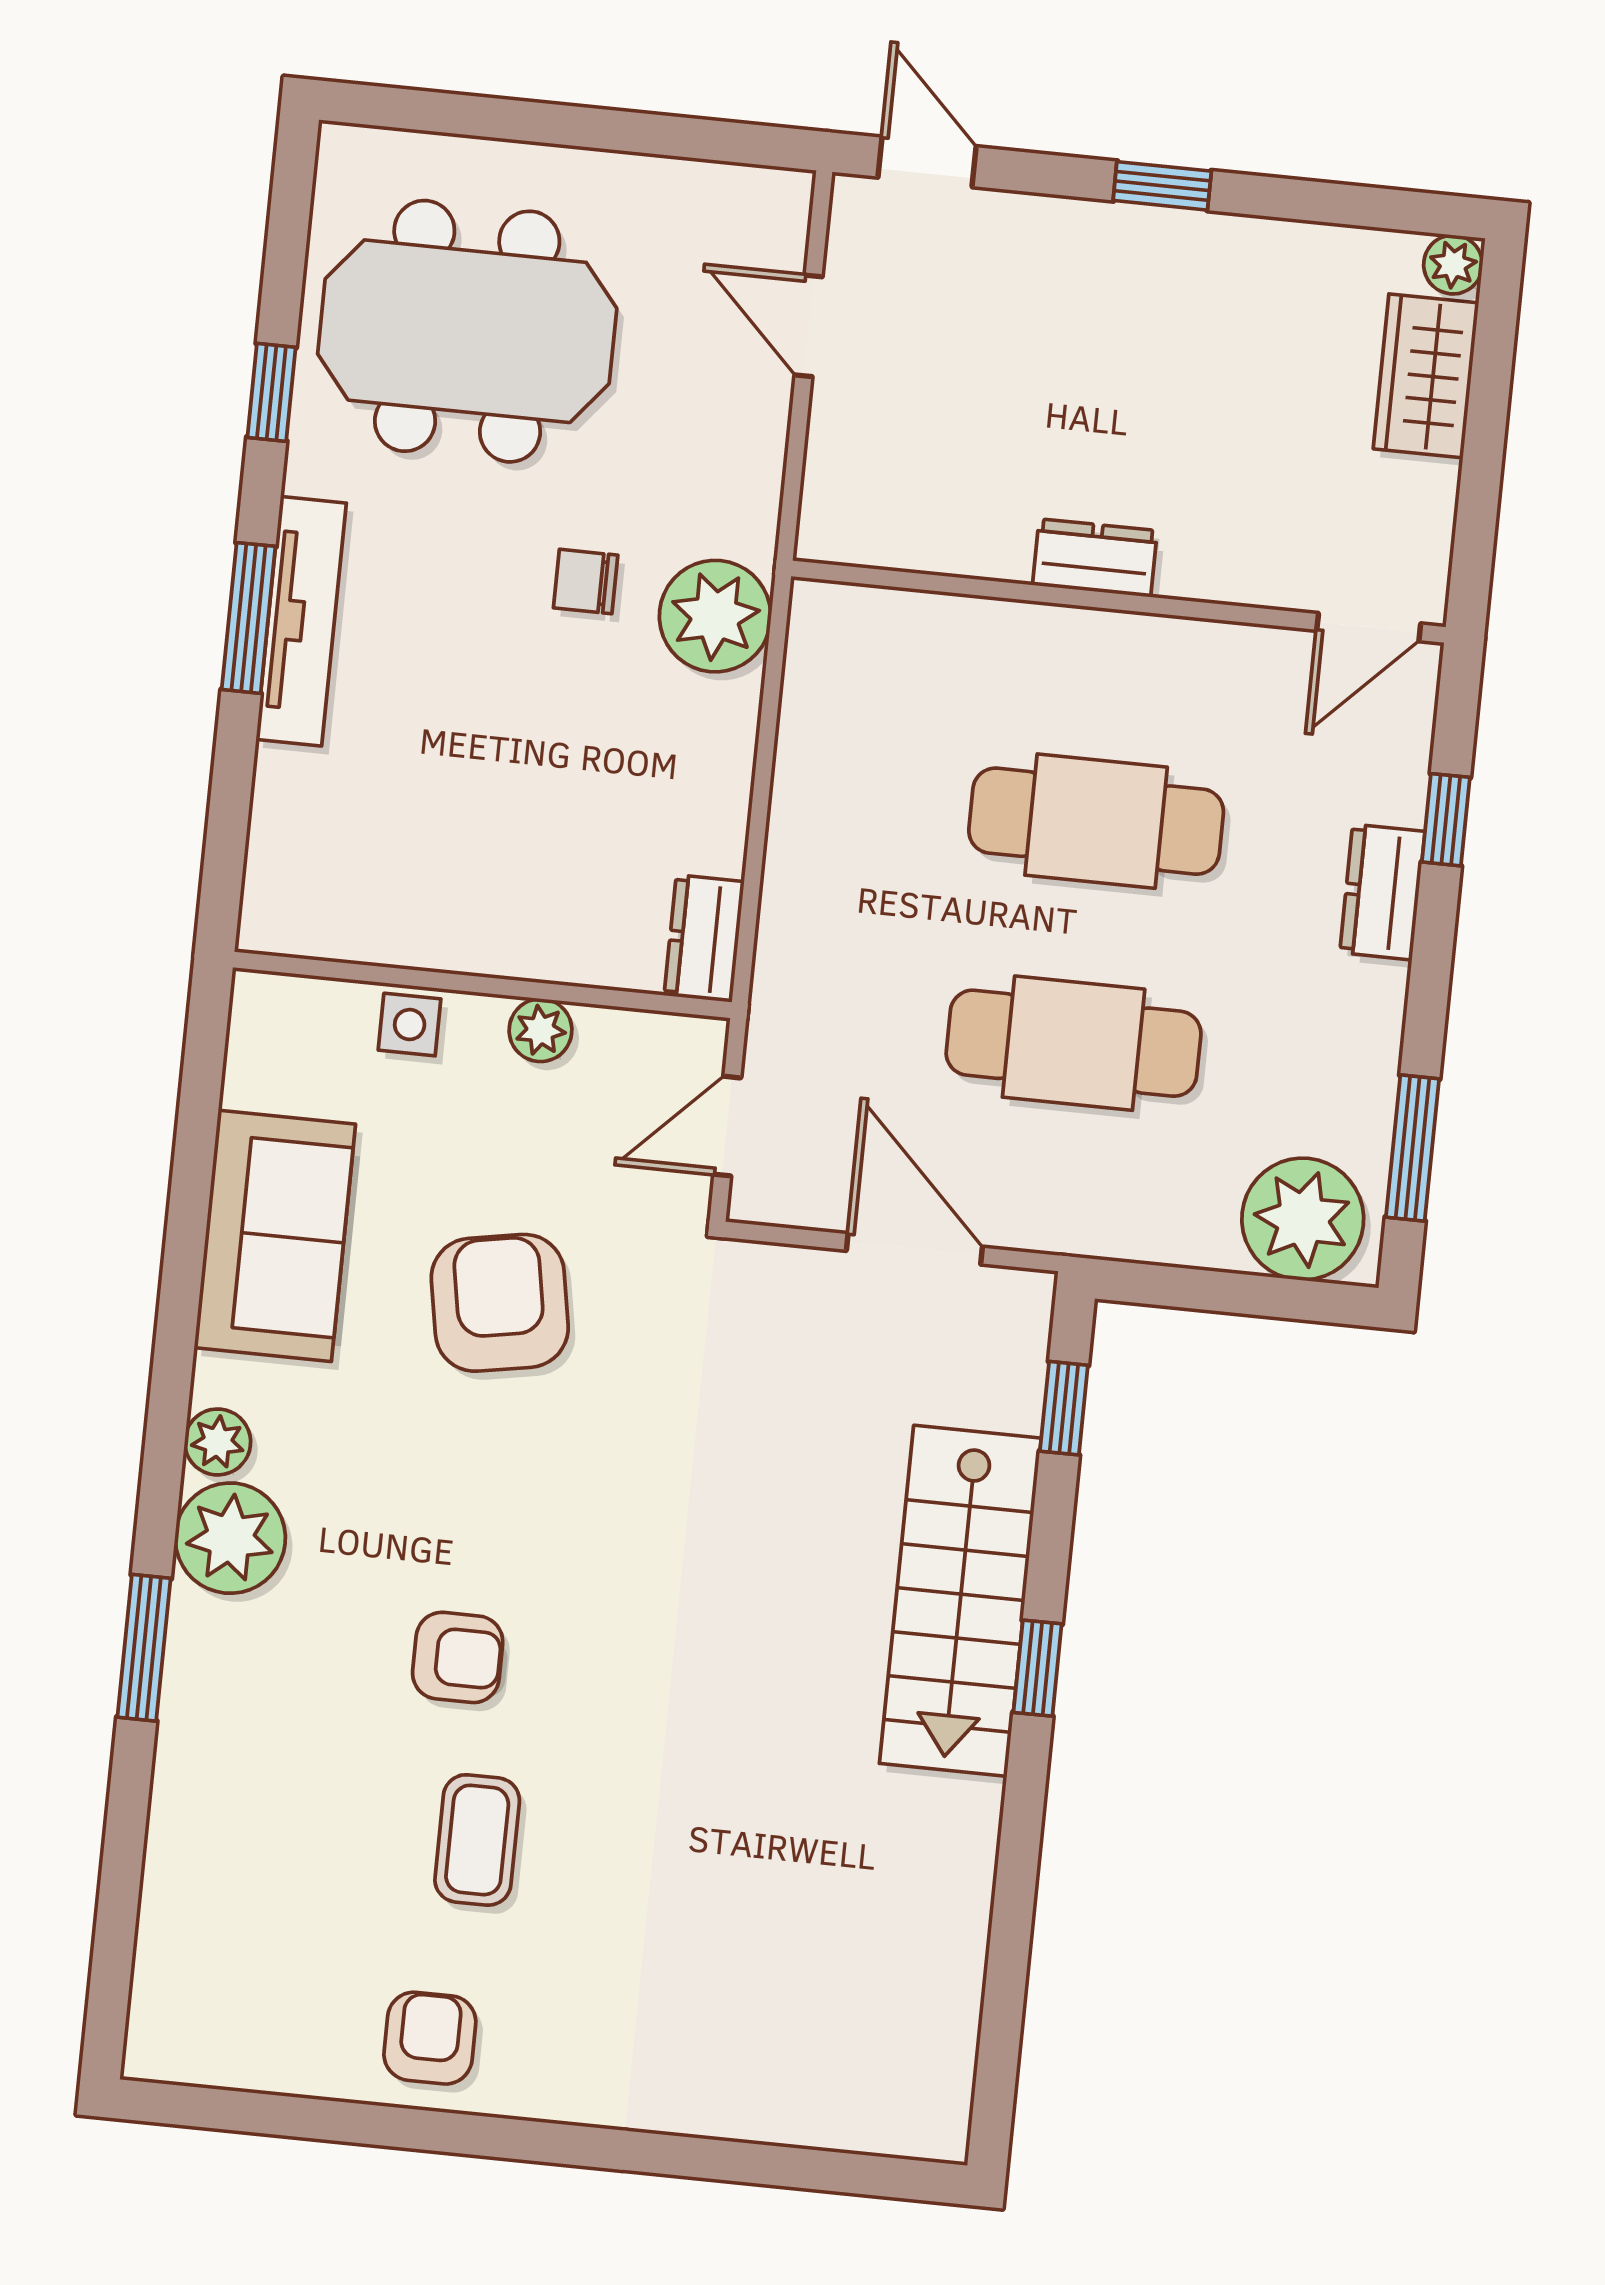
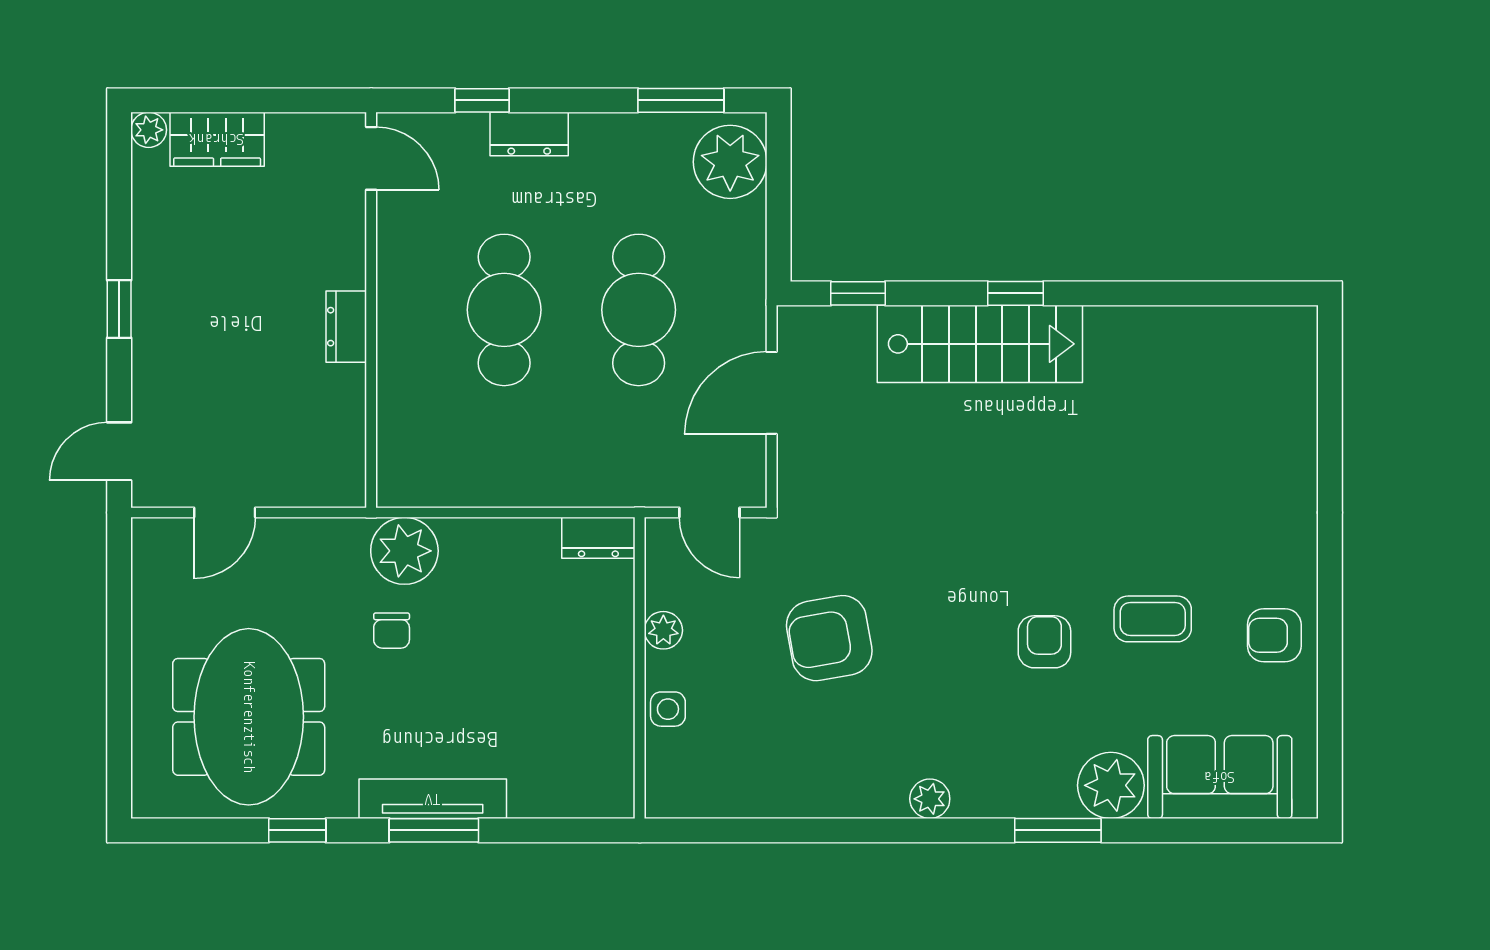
sofa: (275, 1236) -> (1220, 777), moved
plant: (230, 1538) -> (1111, 785), moved

